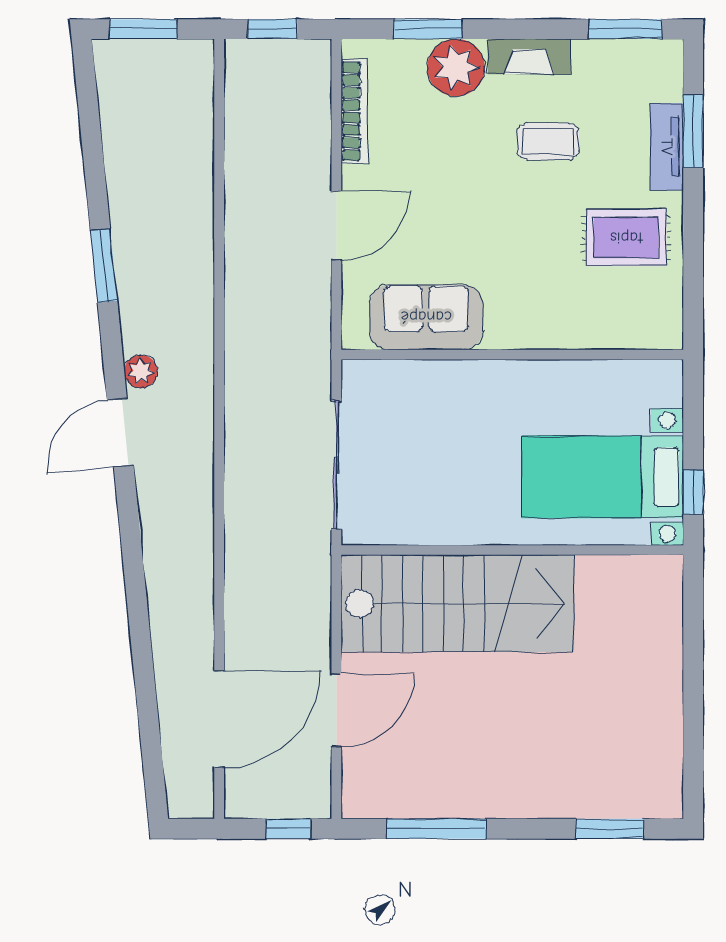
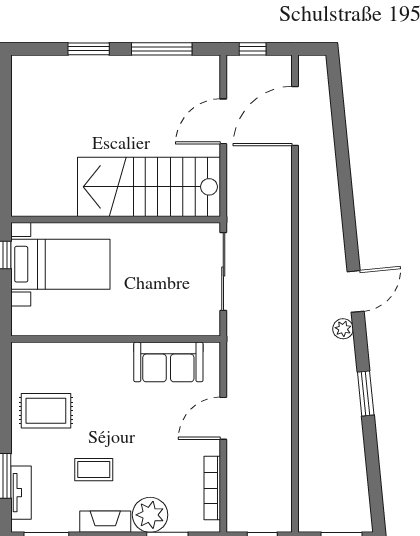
tv unit: (667, 147) -> (21, 493), moved
window: (610, 829) -> (89, 49), moved

